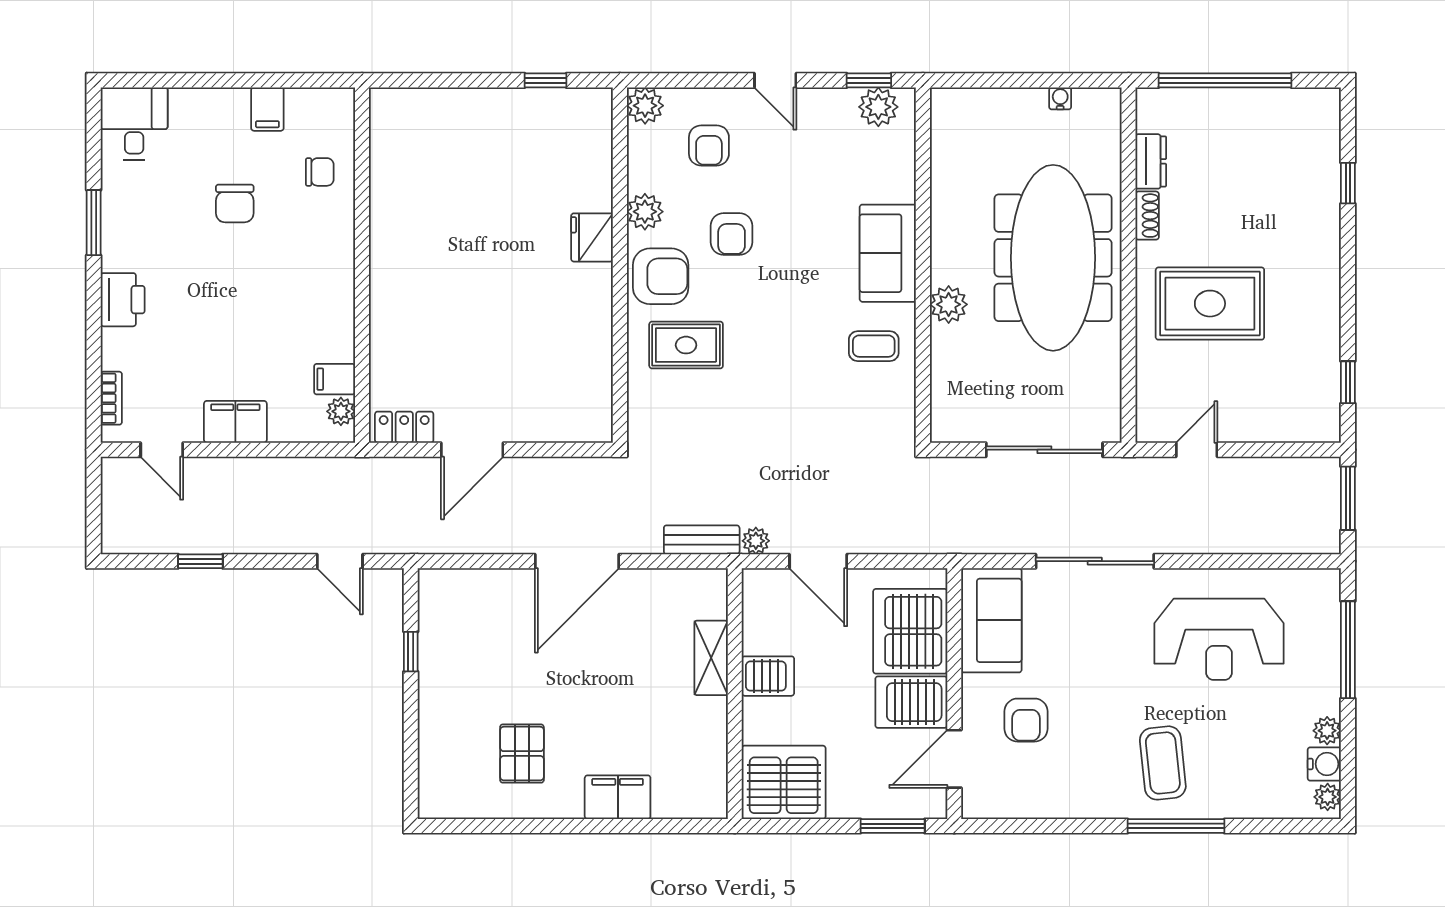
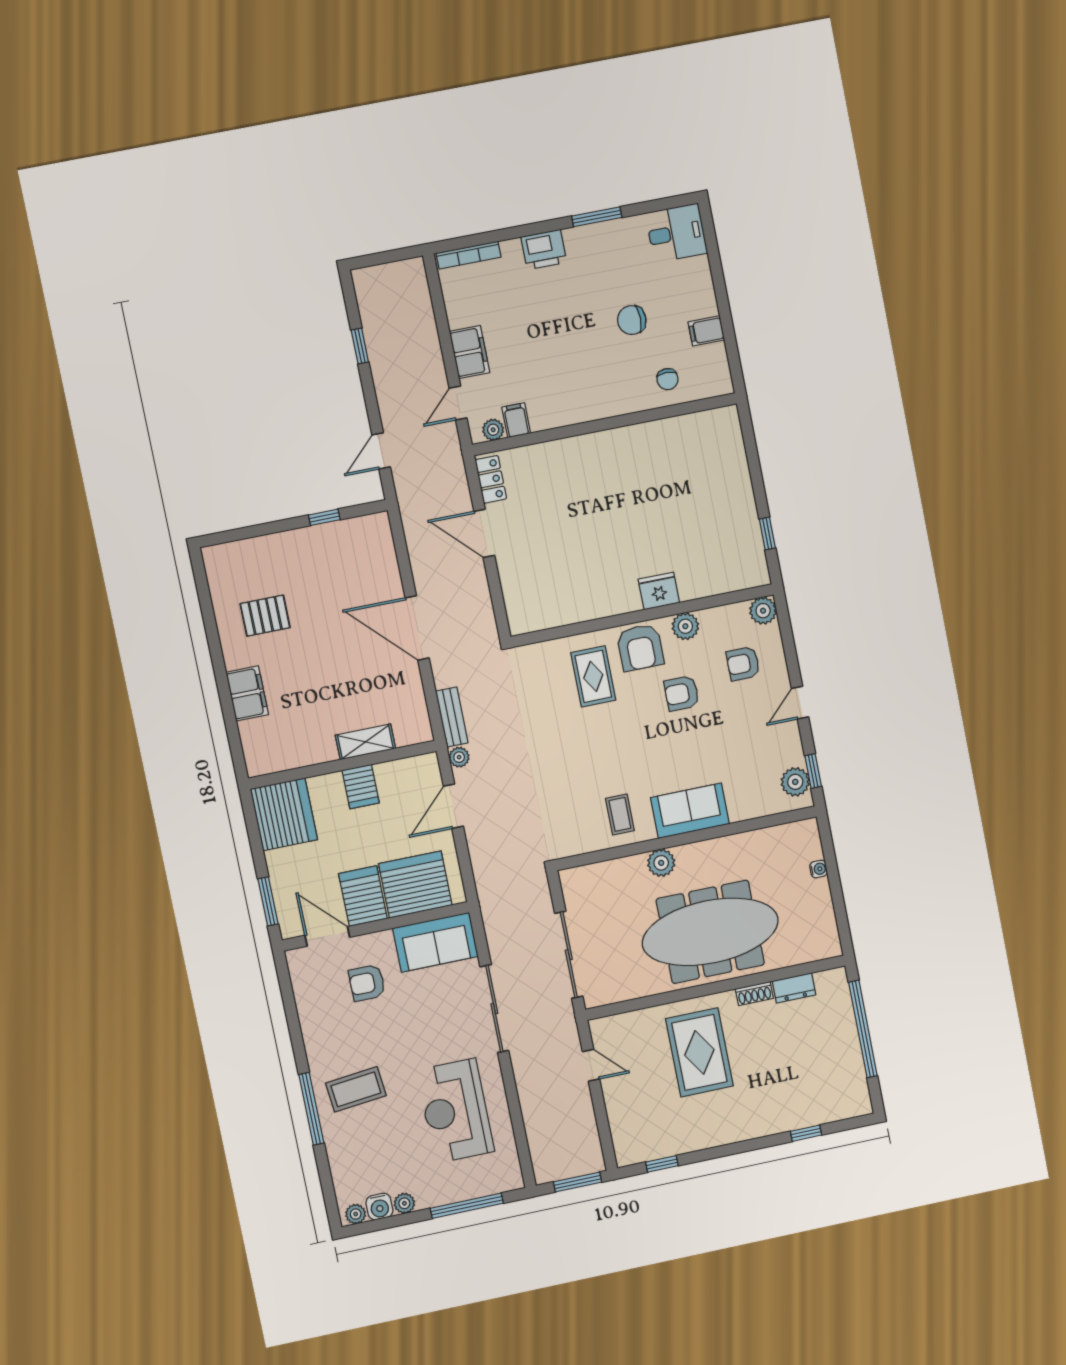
water cooler: (1060, 98) -> (818, 869), moved
bookcase: (111, 398) -> (468, 255), width x1.56
door: (162, 450) -> (458, 403), moved

